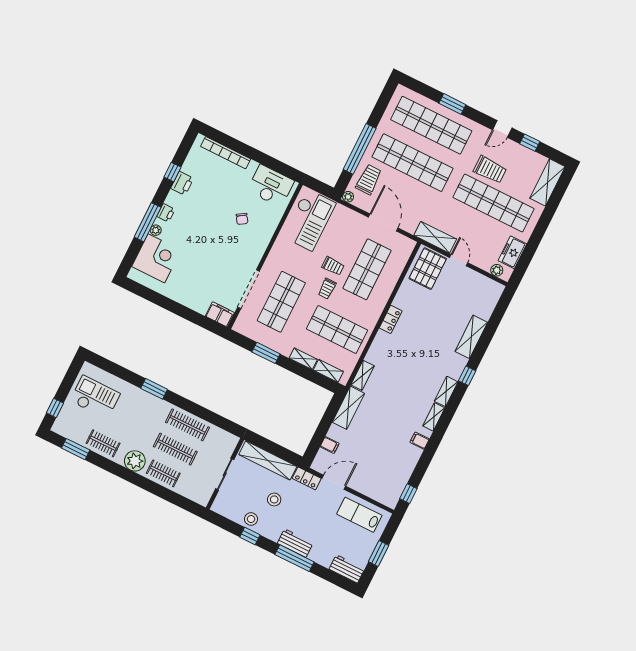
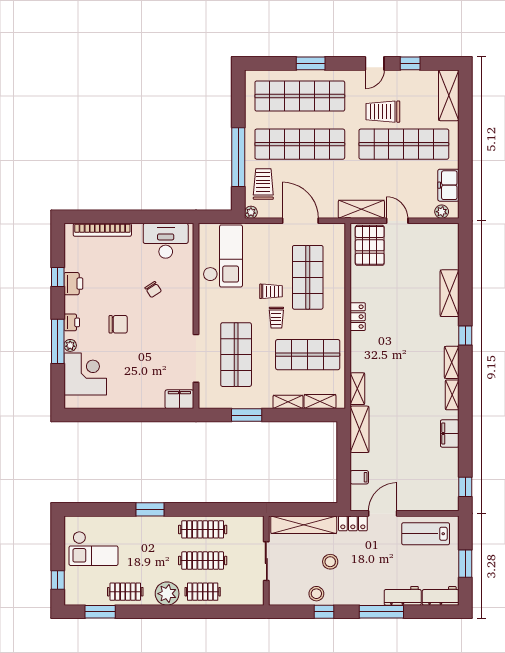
trolley: (490, 170) -> (383, 112), turned 180
chair: (201, 232) -> (118, 324), added
checkout: (95, 397) -> (93, 548), turned 180
filing cabinet: (420, 441) -> (450, 433), width x2.00
workbench: (295, 543) -> (403, 596), moved

